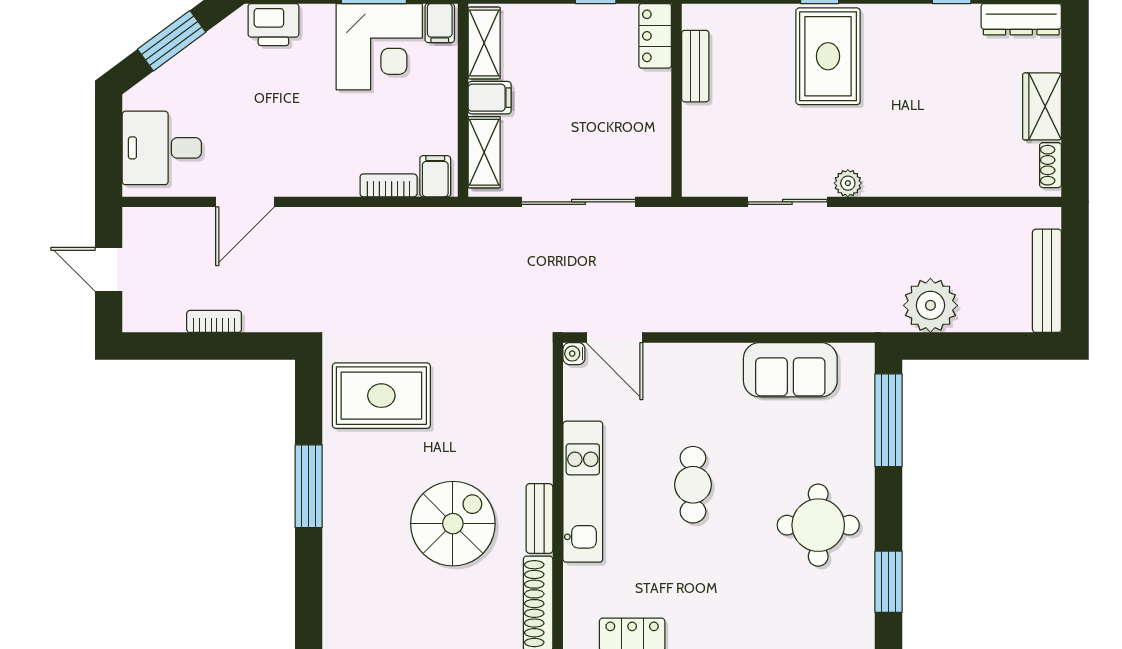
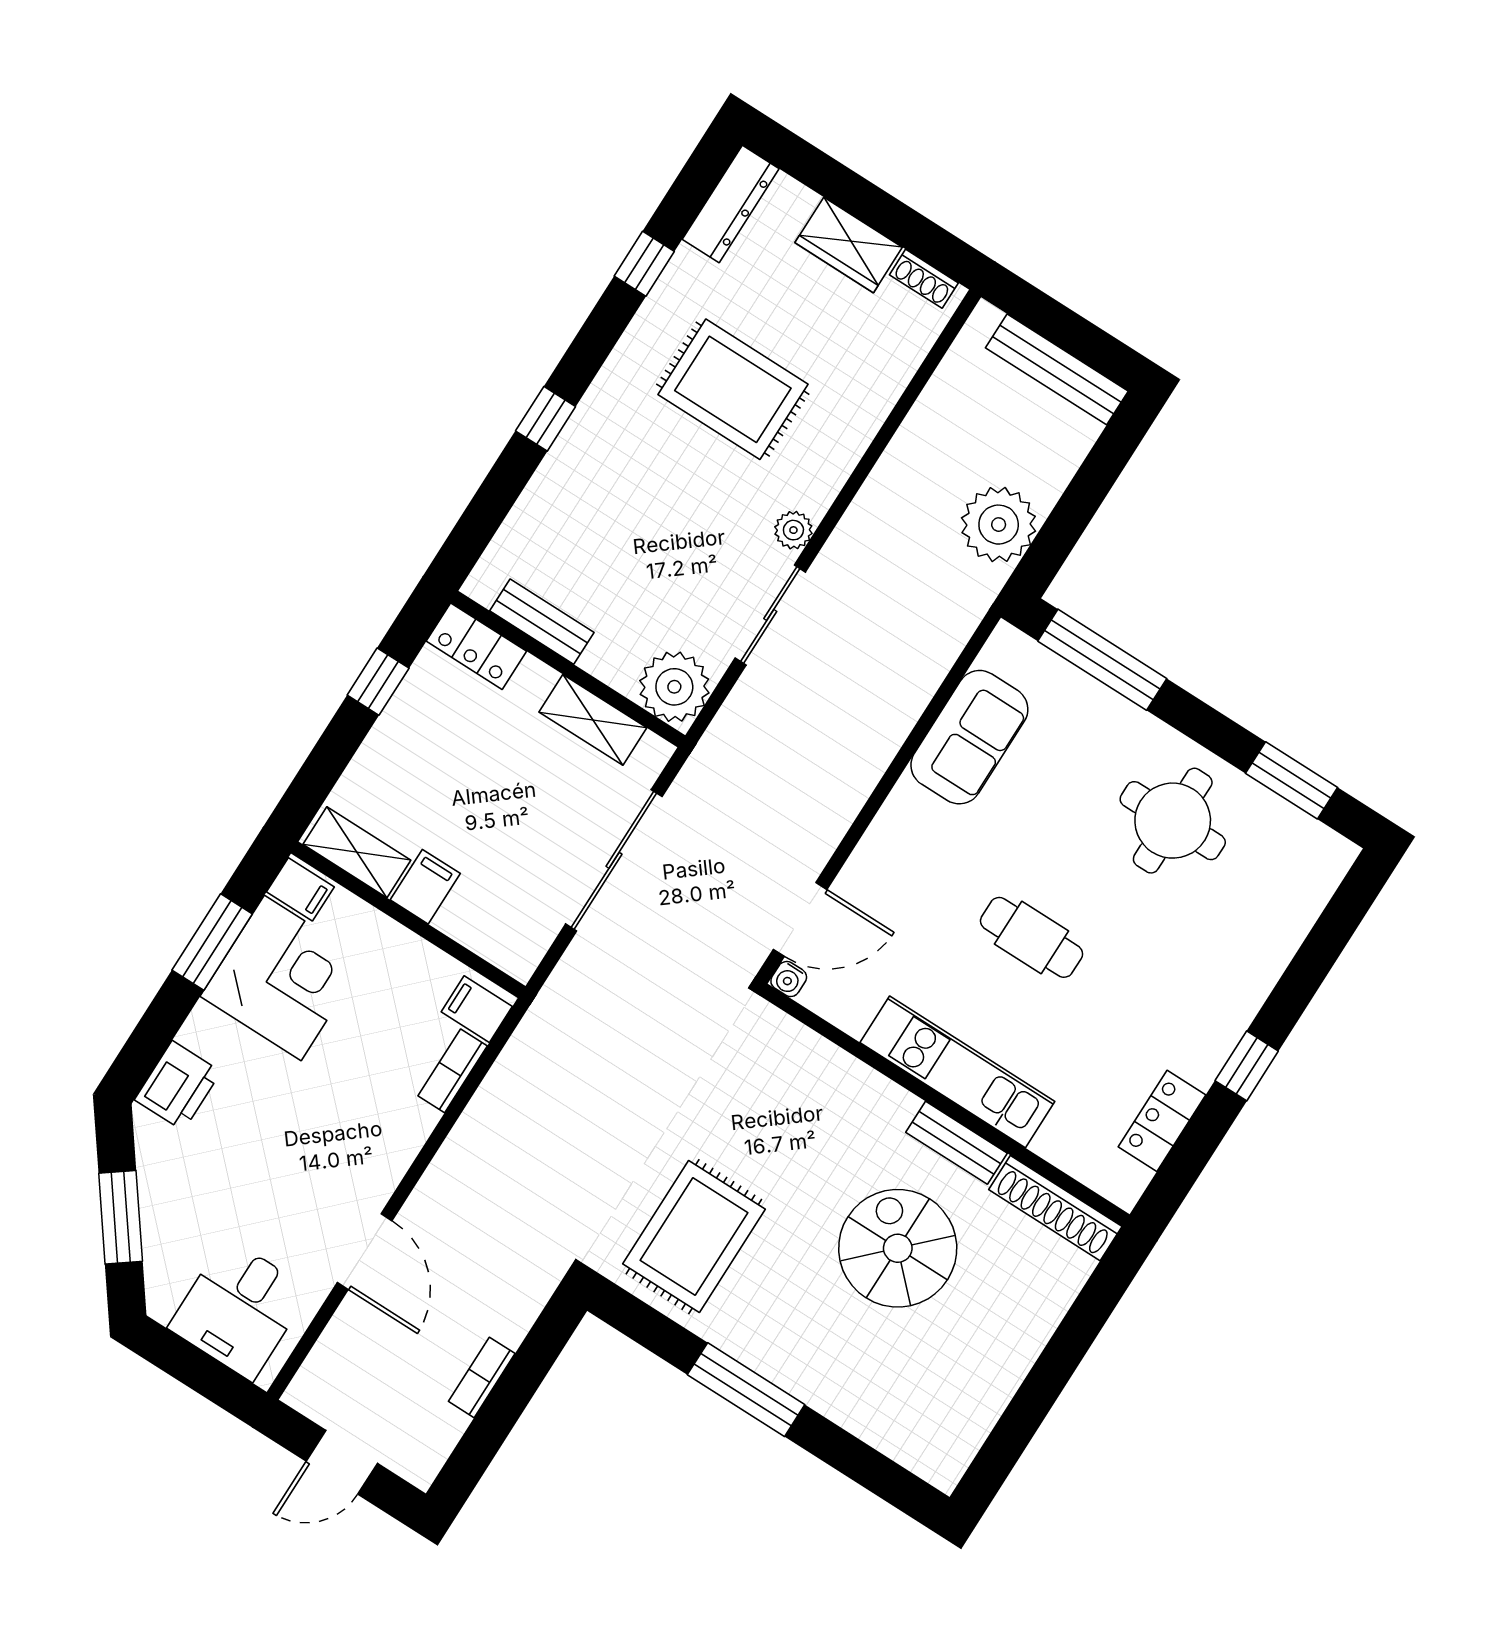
rug: (828, 56) -> (733, 389), moved
shelving: (484, 152) -> (593, 720), moved
plant: (707, 171) -> (674, 687), added

